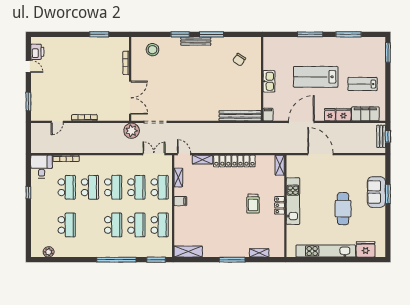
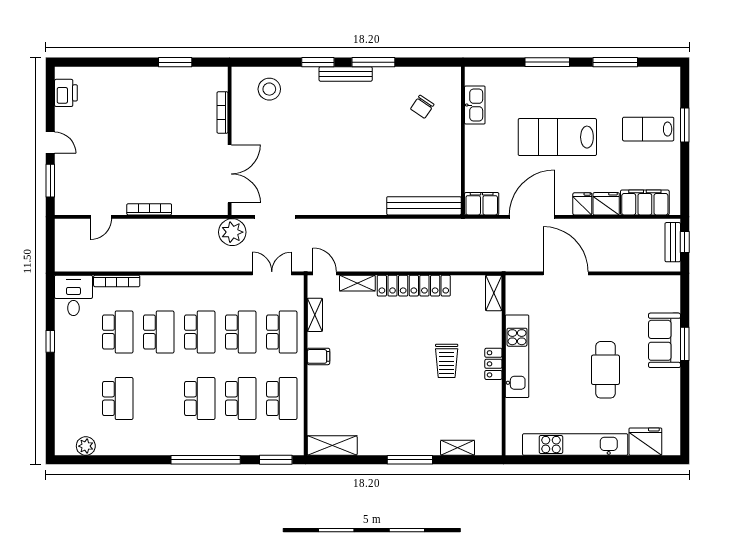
window: (388, 52) -> (685, 125), moved
door: (28, 66) -> (50, 143), moved
kitchen sink: (269, 81) -> (475, 105), moved
lab bench: (363, 84) -> (648, 129), moved
filing cabinet: (268, 115) -> (482, 204), width x2.00

